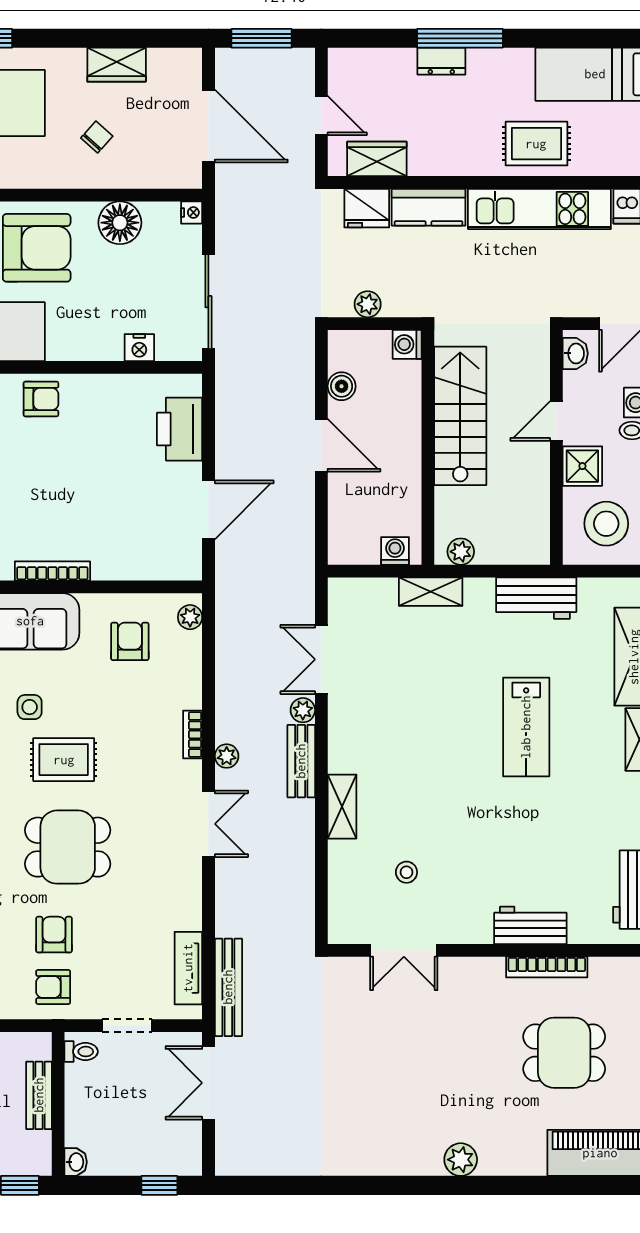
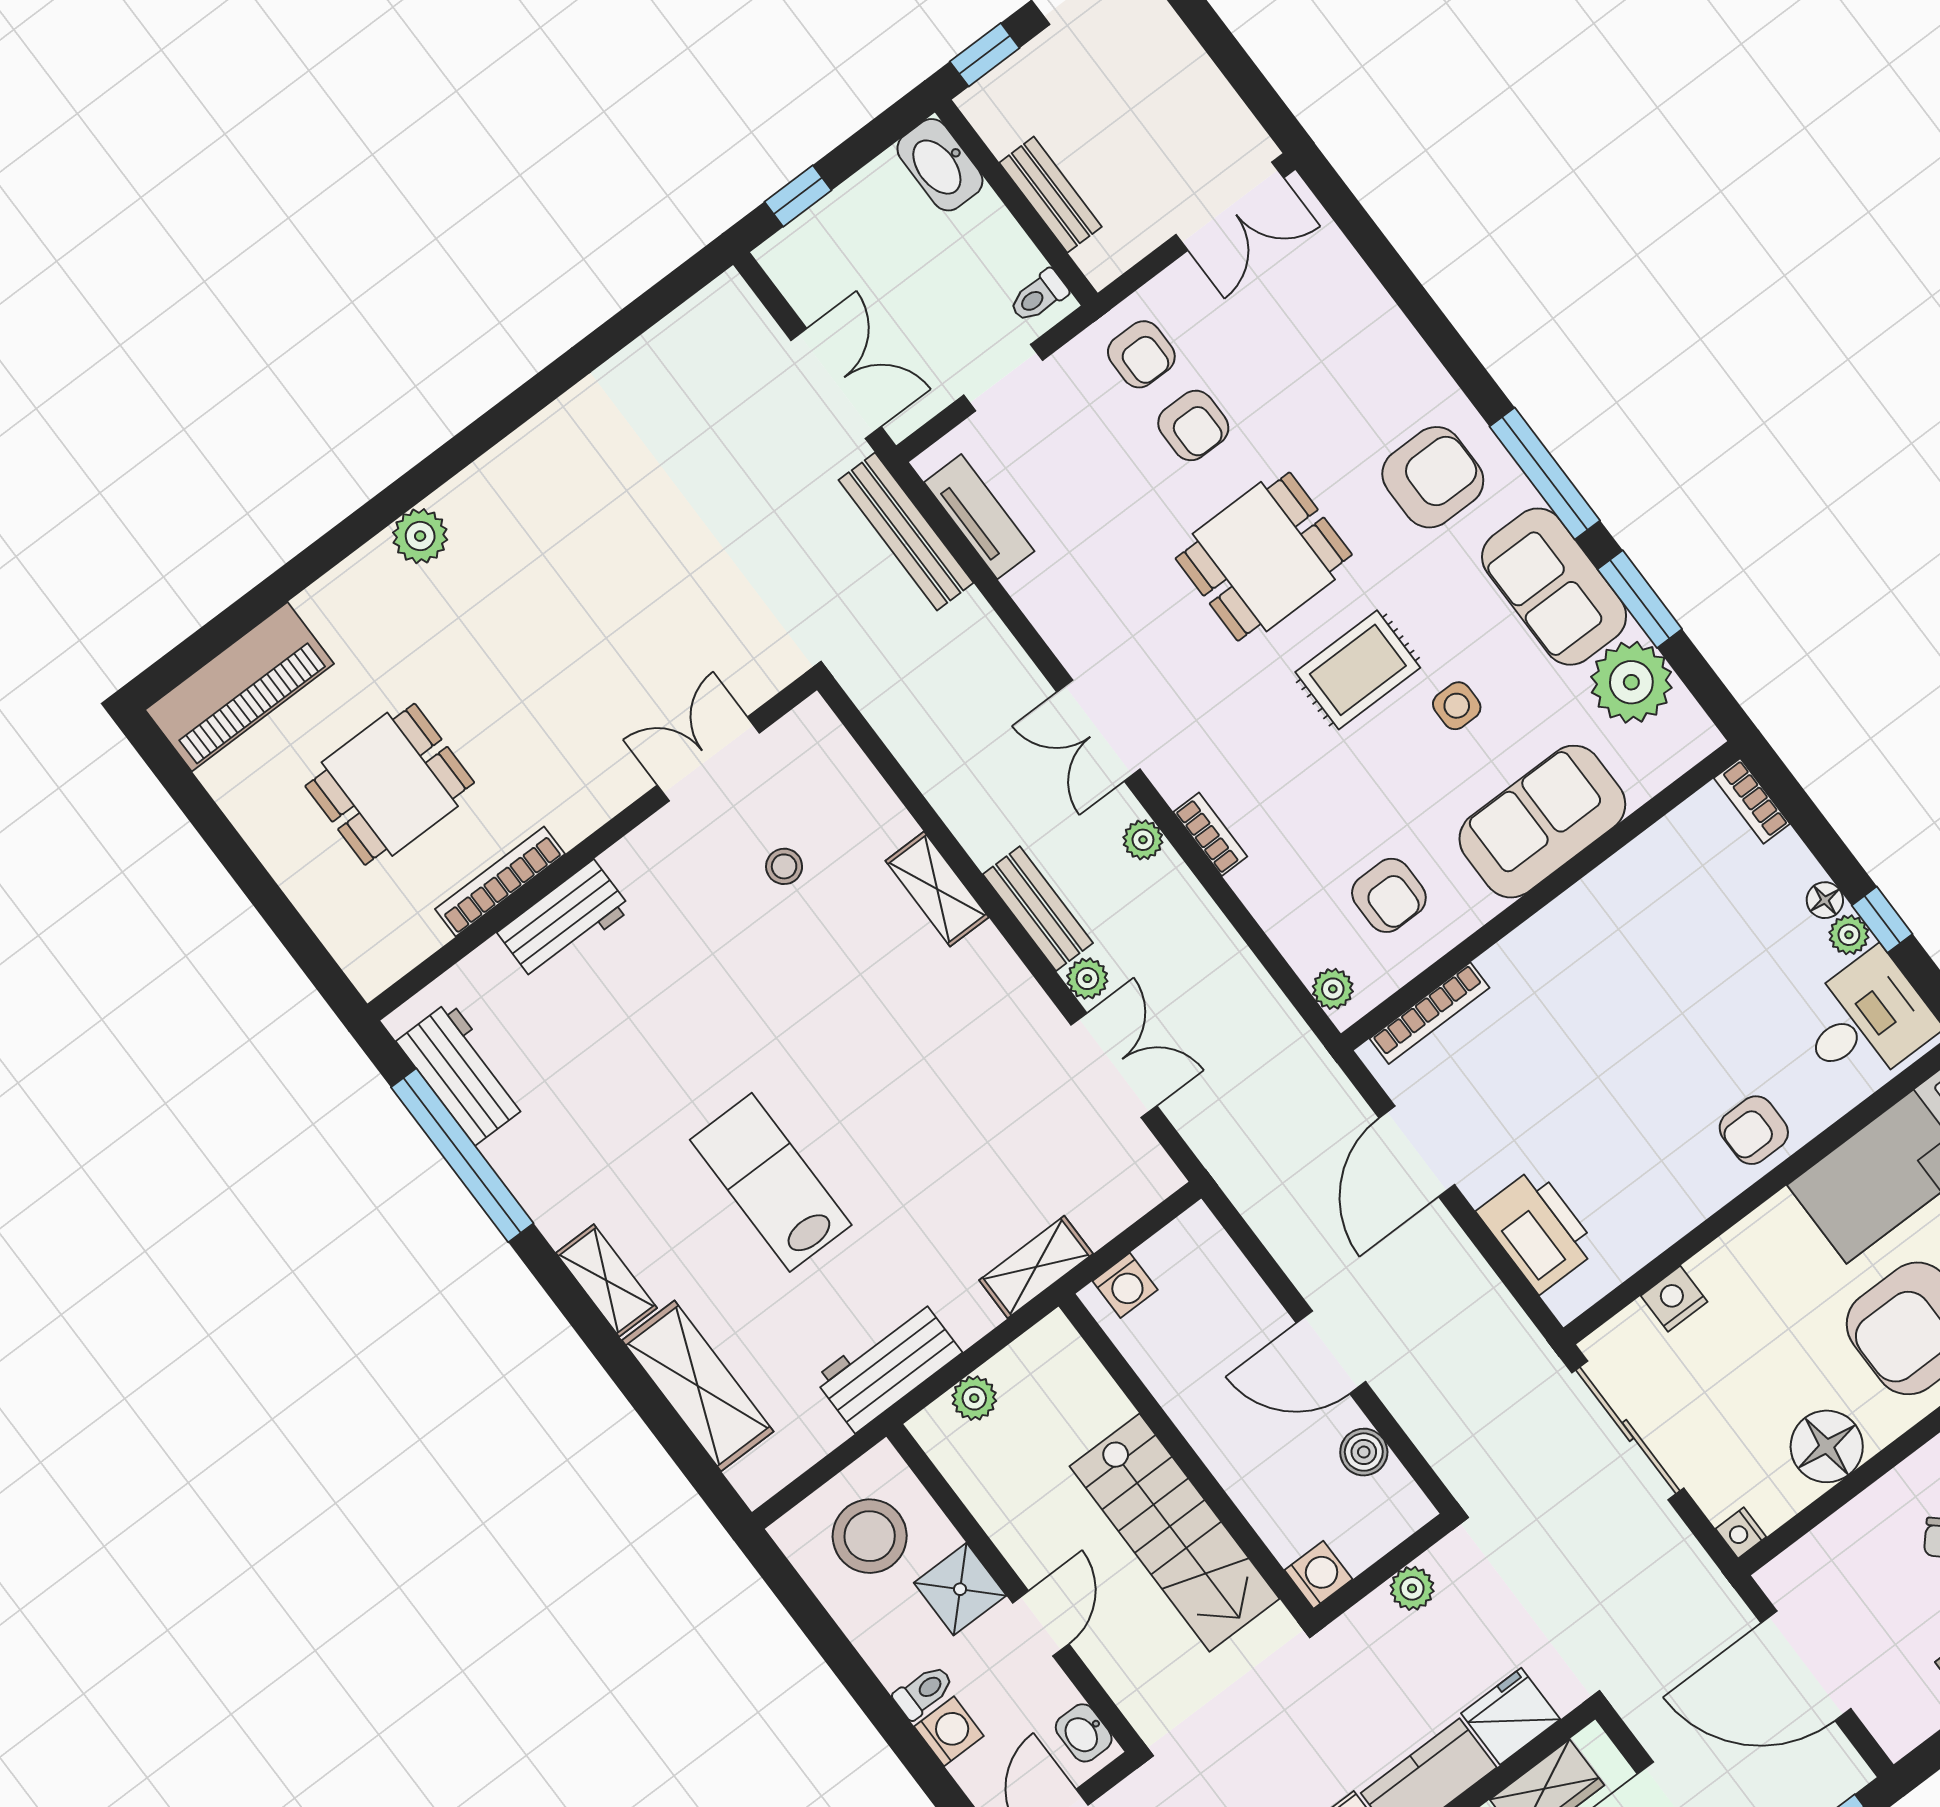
plant: (461, 552) -> (974, 1398), moved
bookcase: (52, 571) -> (1430, 1013), moved
armchair: (53, 987) -> (1141, 354), turned 90
washbasin: (76, 1162) -> (940, 165), width x1.91, depth x1.45

